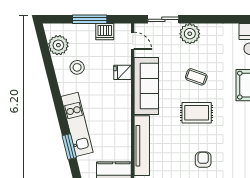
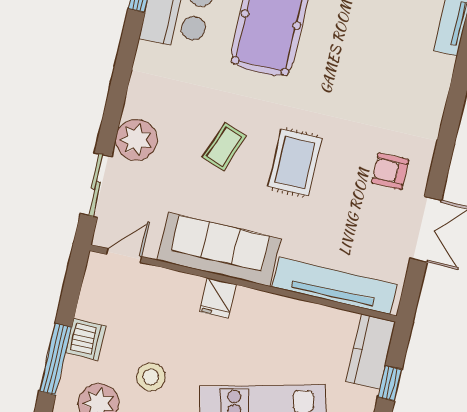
window: (90, 19) -> (55, 359), moved
dishwasher: (105, 32) -> (86, 339), moved
fridge: (123, 72) -> (218, 298), moved

